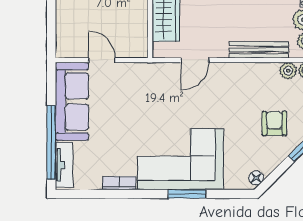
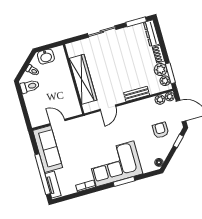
bench: (259, 50) -> (137, 94), width x0.73

